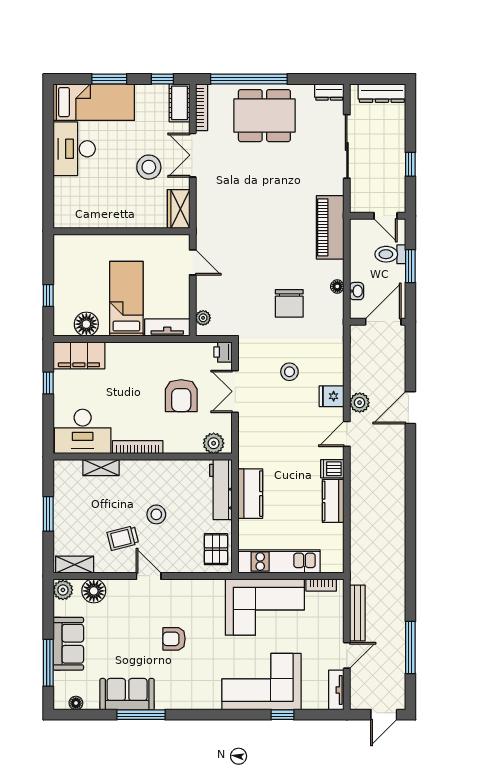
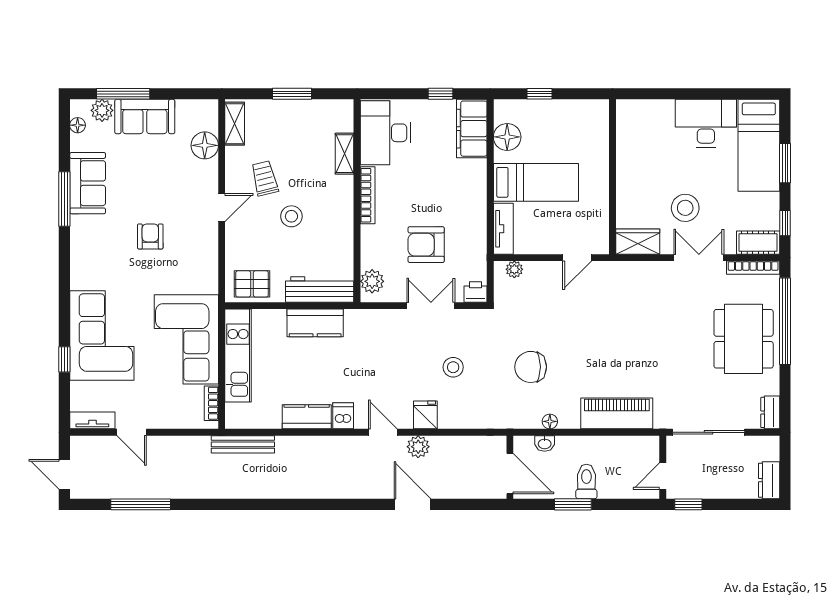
dresser: (382, 93) -> (769, 480), width x0.70
wall: (378, 216) -> (663, 467), moved
door: (386, 216) -> (663, 476), moved
plant: (63, 590) -> (102, 110), moved
bench: (357, 613) -> (243, 444), moved

